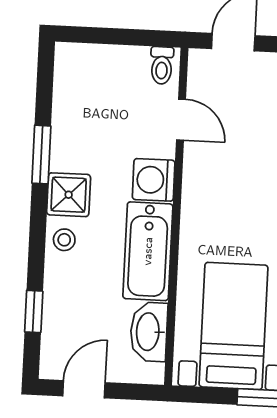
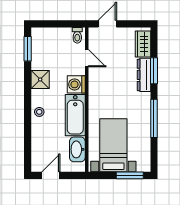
window: (41, 155) -> (28, 49), moved
shower: (69, 195) -> (40, 80), moved
window: (34, 311) -> (28, 143), removed

